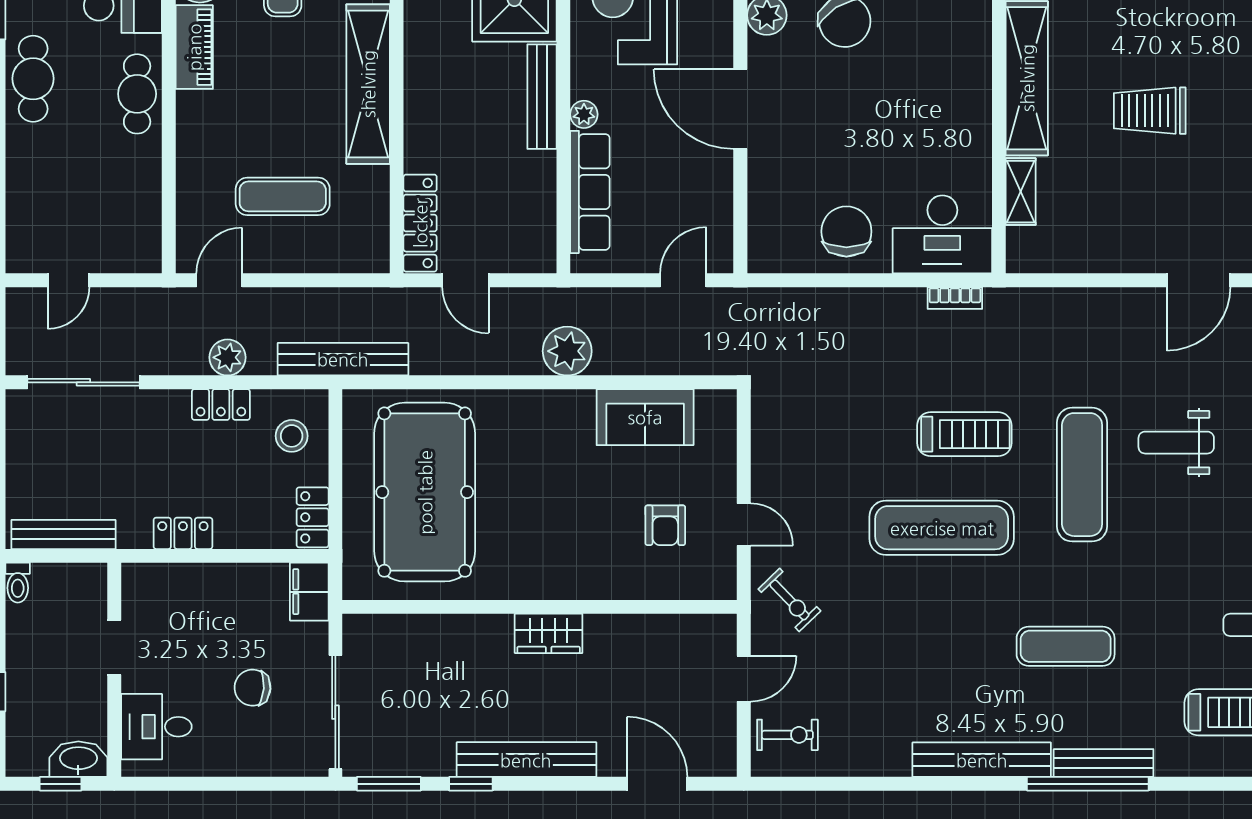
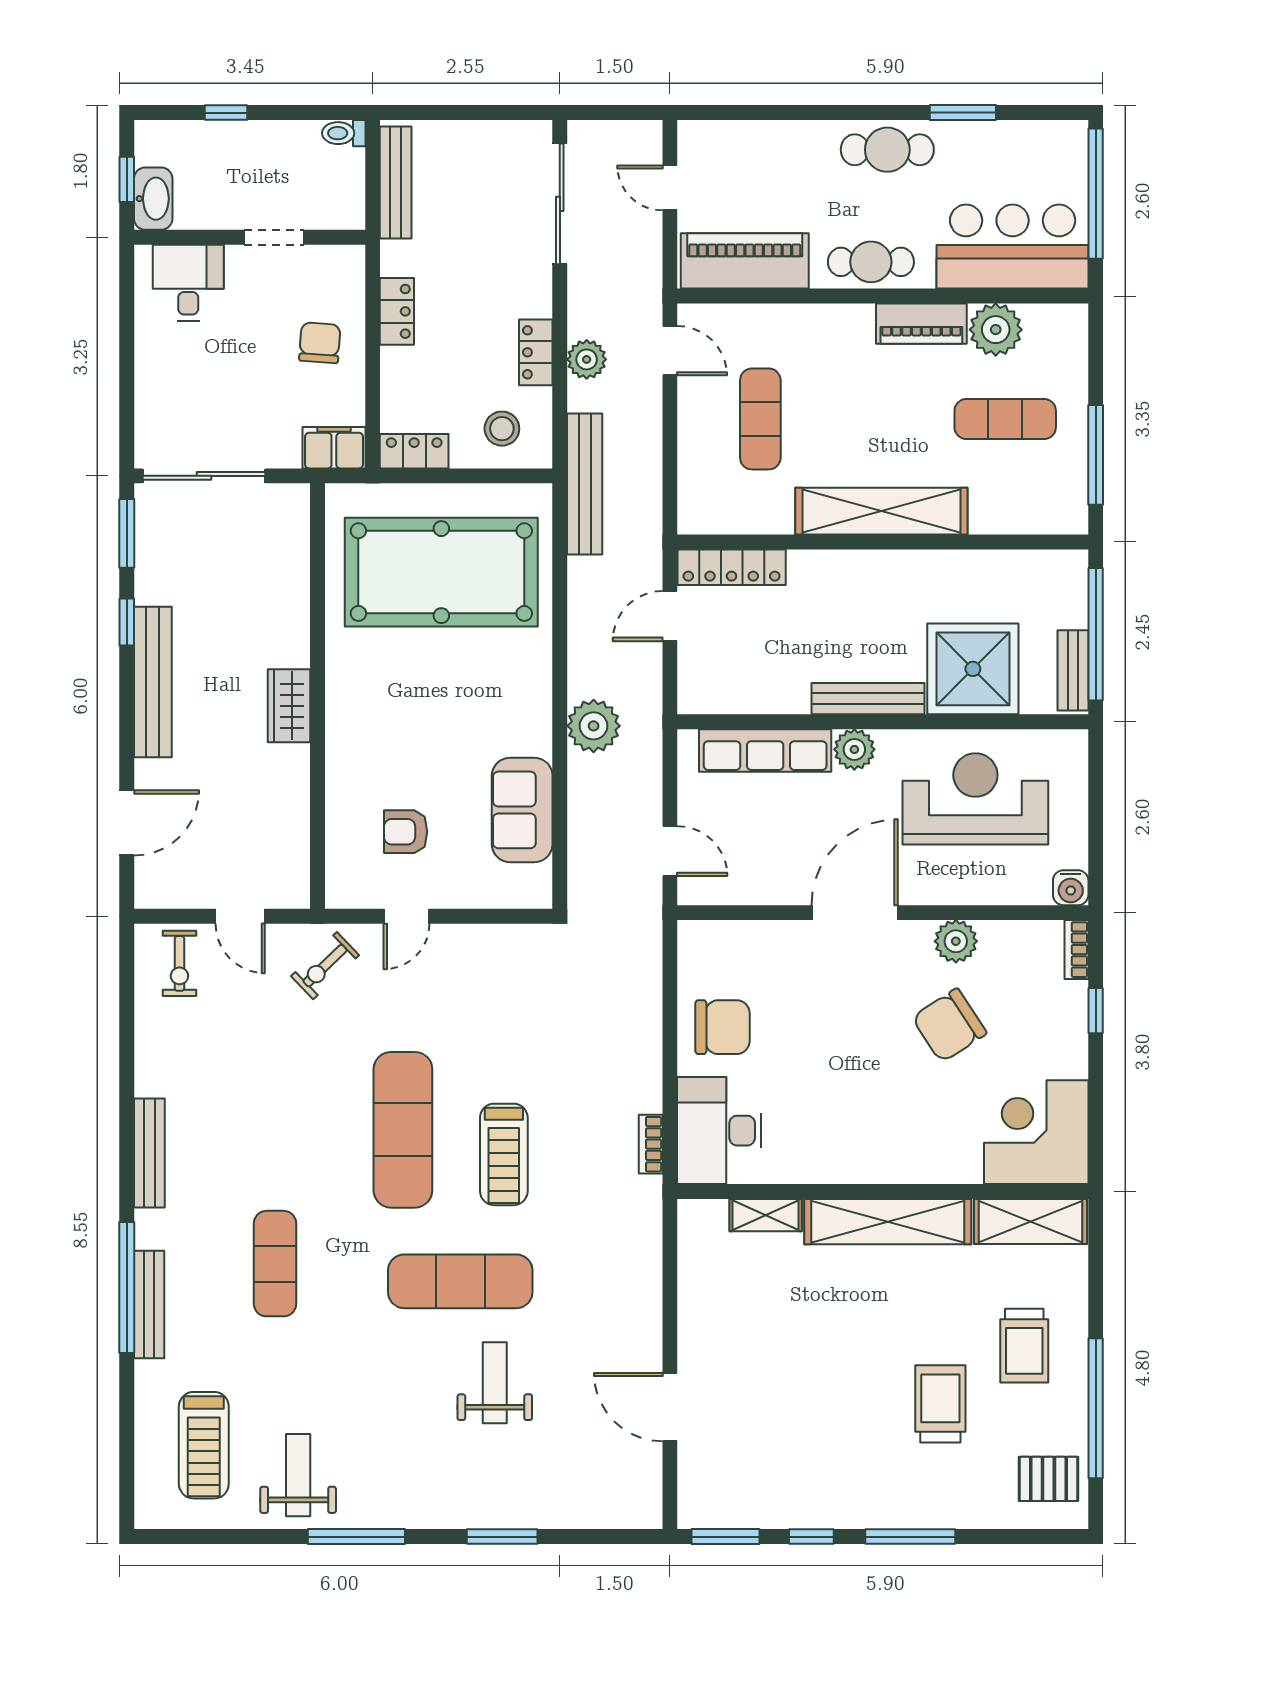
trolley: (1150, 111) -> (940, 1404), moved
plant: (584, 114) -> (854, 749), width x1.38, depth x1.38
piano: (136, 211) -> (745, 261), added
chair: (252, 688) -> (320, 343), moved
bench: (982, 760) -> (149, 1153), width x0.73, depth x0.82

